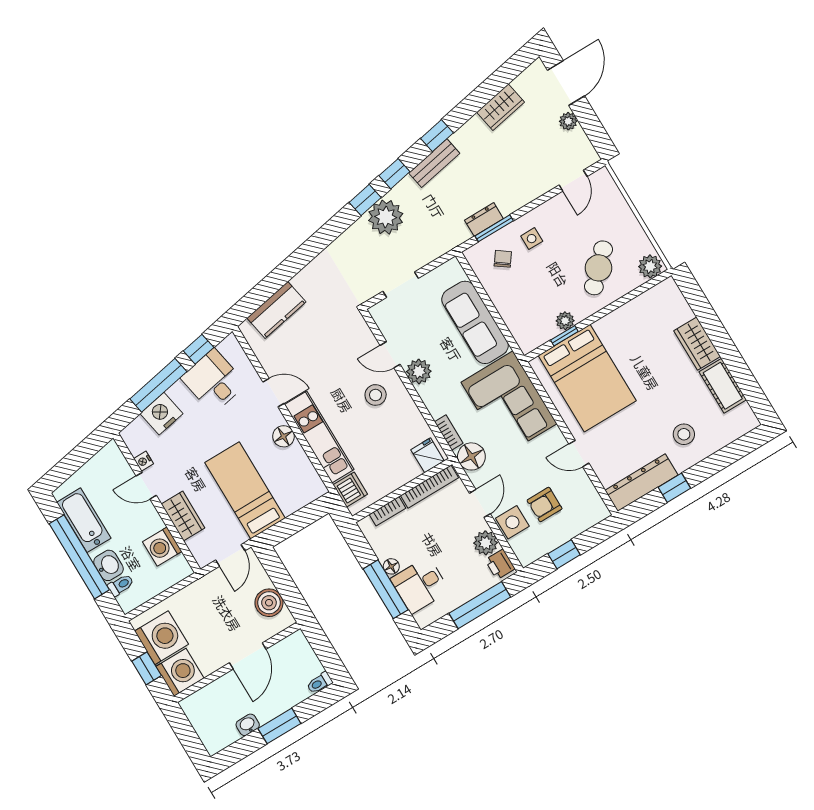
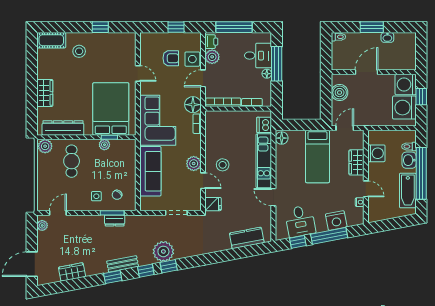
plant: (568, 121) -> (42, 225), moved
cafe table: (599, 268) -> (72, 161), turned -45
cot: (723, 386) -> (51, 40), moved, turned 90
floor lamp: (283, 436) -> (282, 138), moved
fridge: (428, 455) -> (213, 204), moved, turned -90
dresser: (641, 483) -> (63, 128), moved, turned 180

